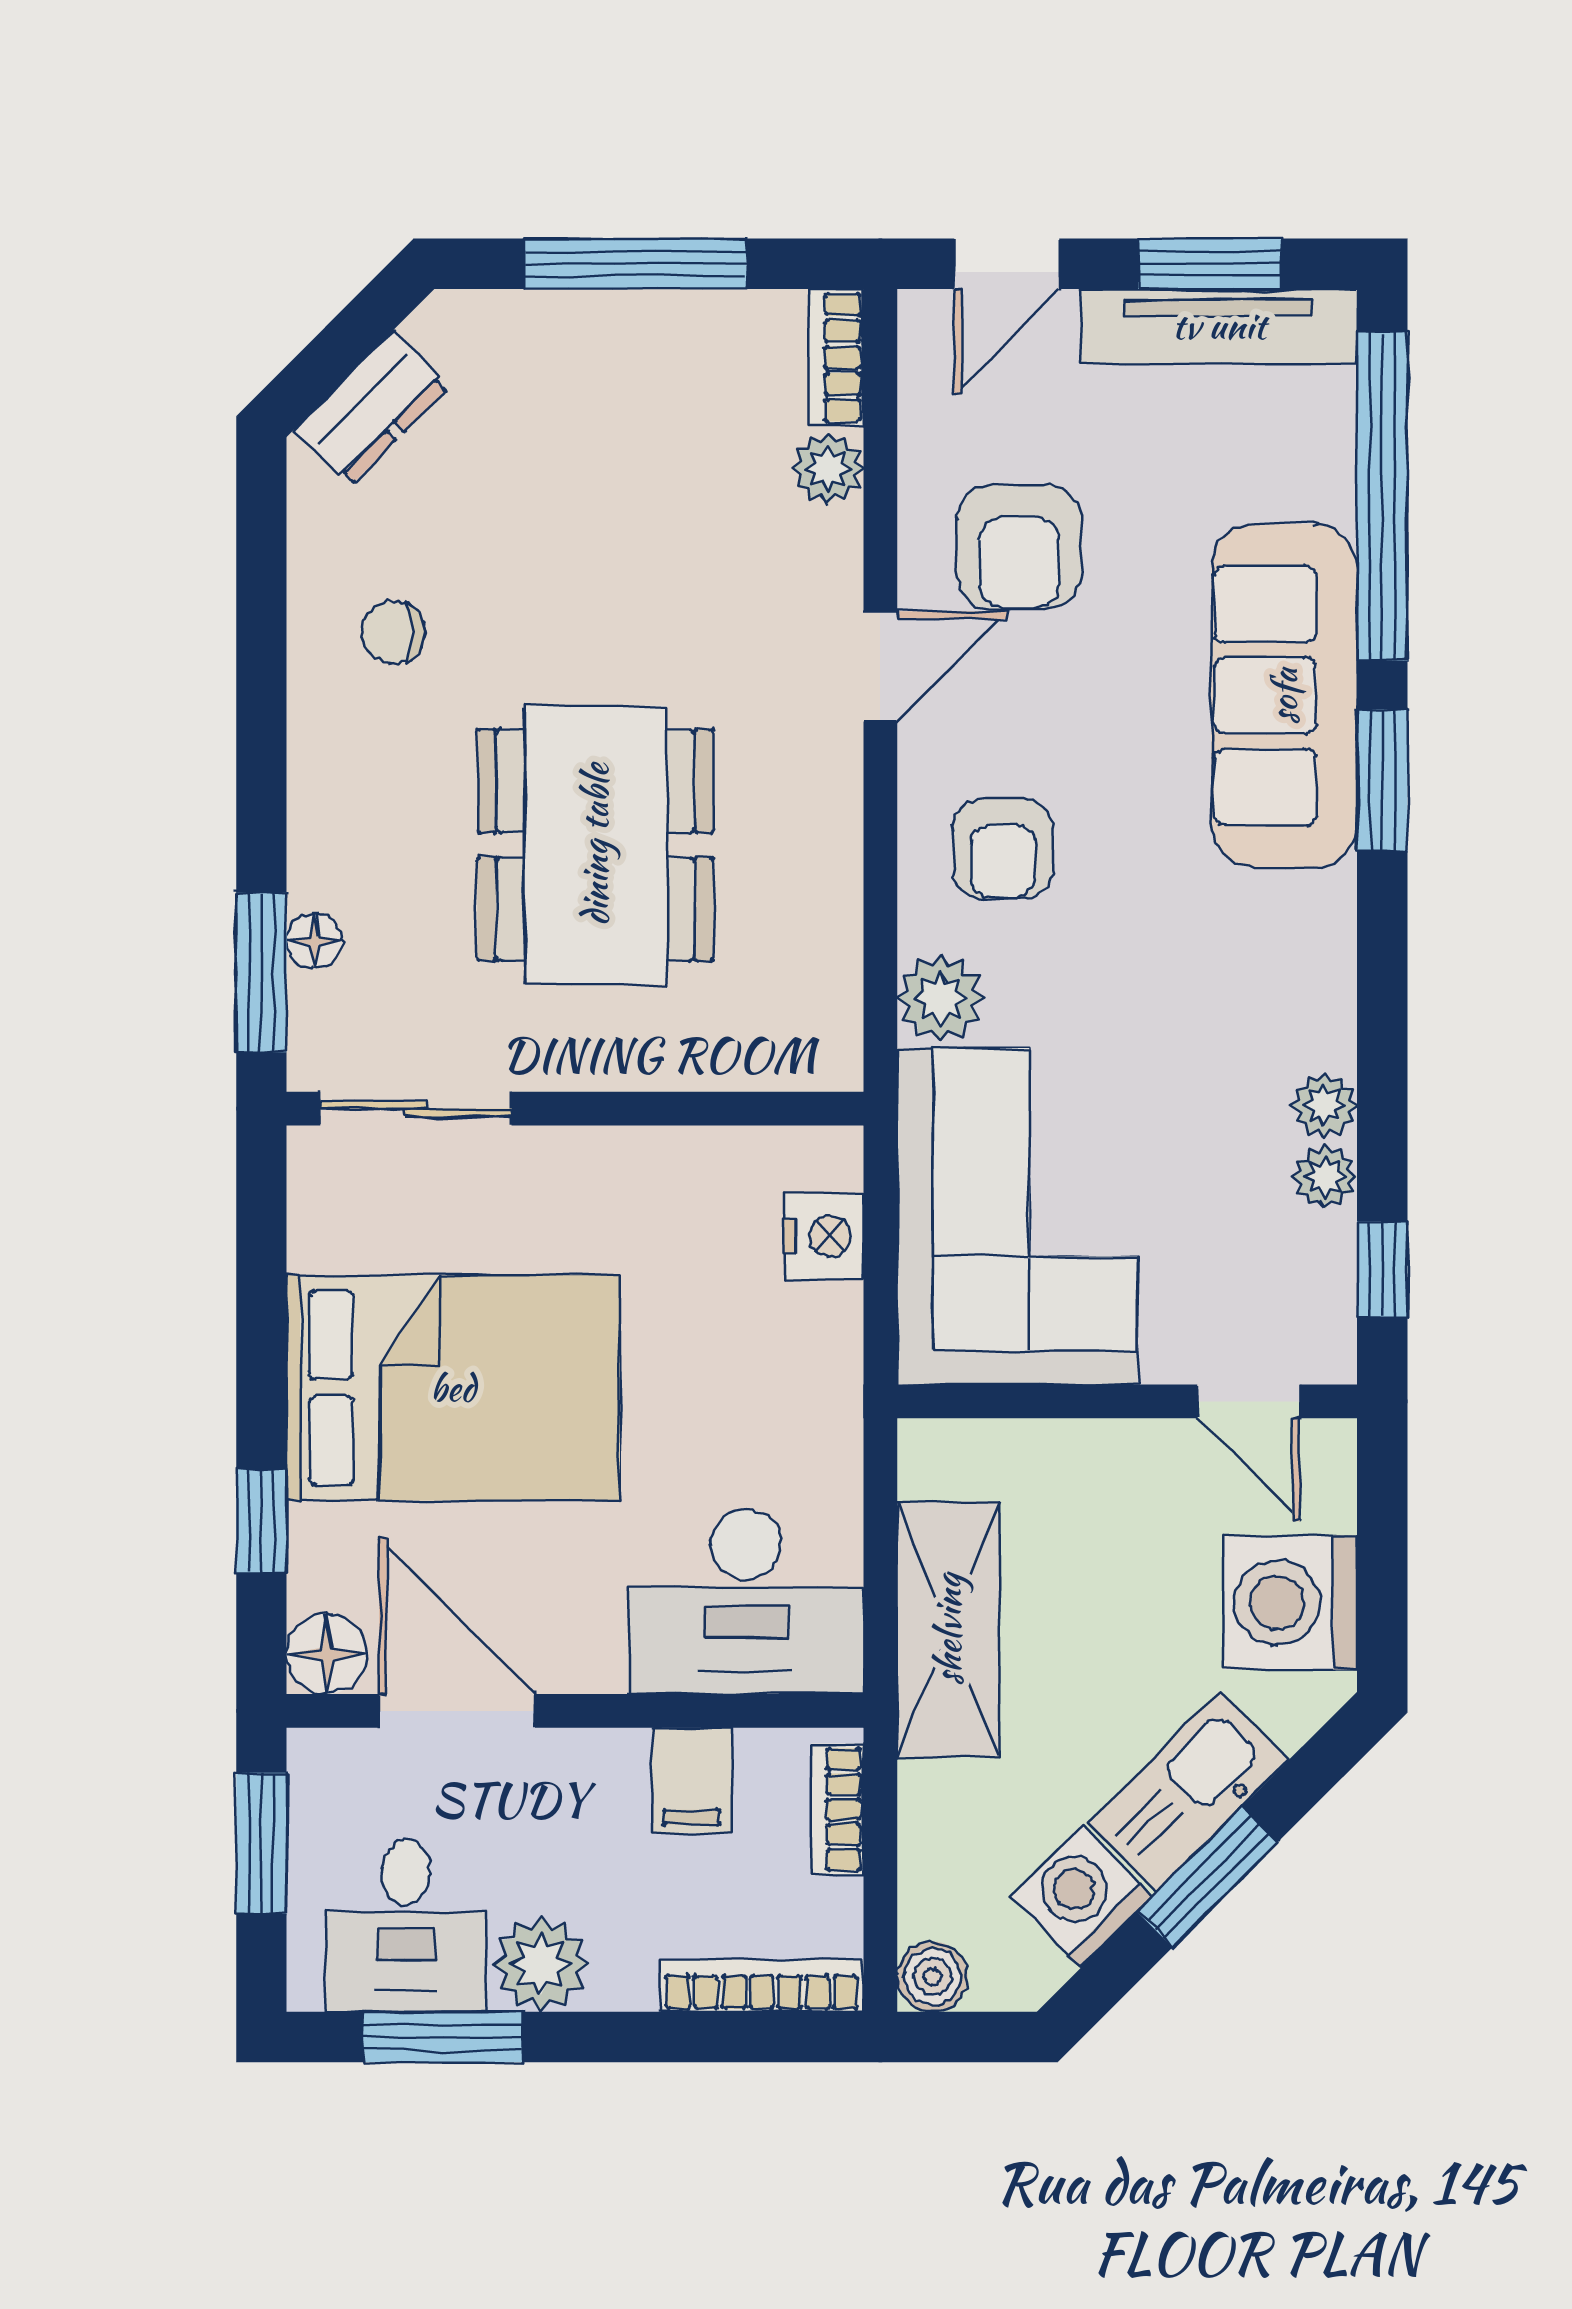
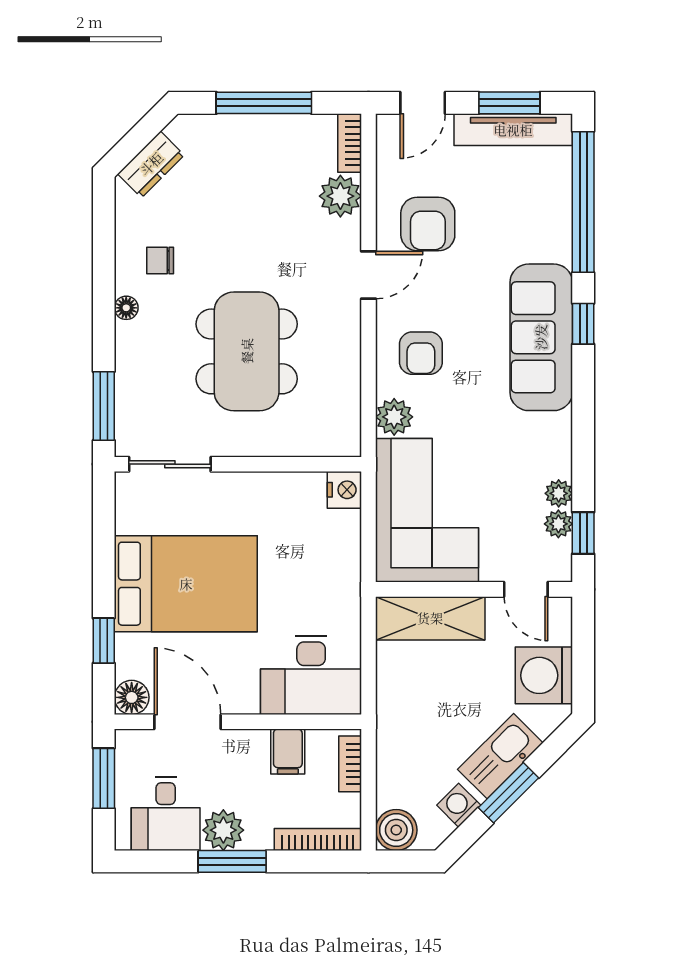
plant: (828, 468) -> (340, 196), width x1.38, depth x1.38
sofa: (1284, 696) -> (541, 337), moved
window: (1382, 780) -> (583, 324), width x0.67
floor lamp: (314, 941) -> (126, 308), moved
plant: (1324, 1105) -> (558, 524), moved
nightstand: (824, 1236) -> (344, 490), moved
shelving: (948, 1629) -> (430, 618), moved, turned 90
washing machine: (1081, 1896) -> (459, 805), width x0.73, depth x0.73
boiler: (932, 1977) -> (396, 830), width x1.36, depth x1.36
window: (443, 2037) -> (232, 861), moved

